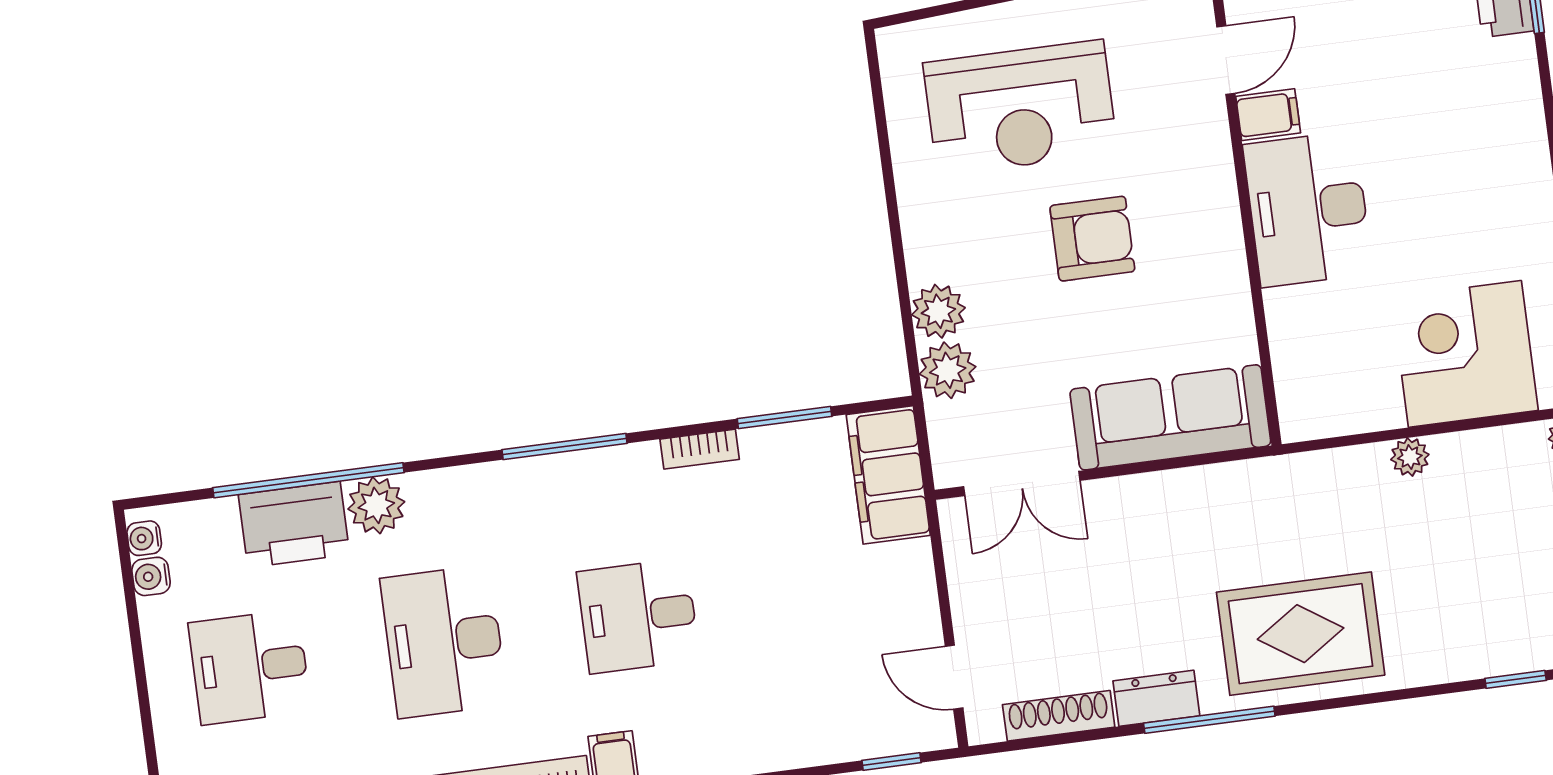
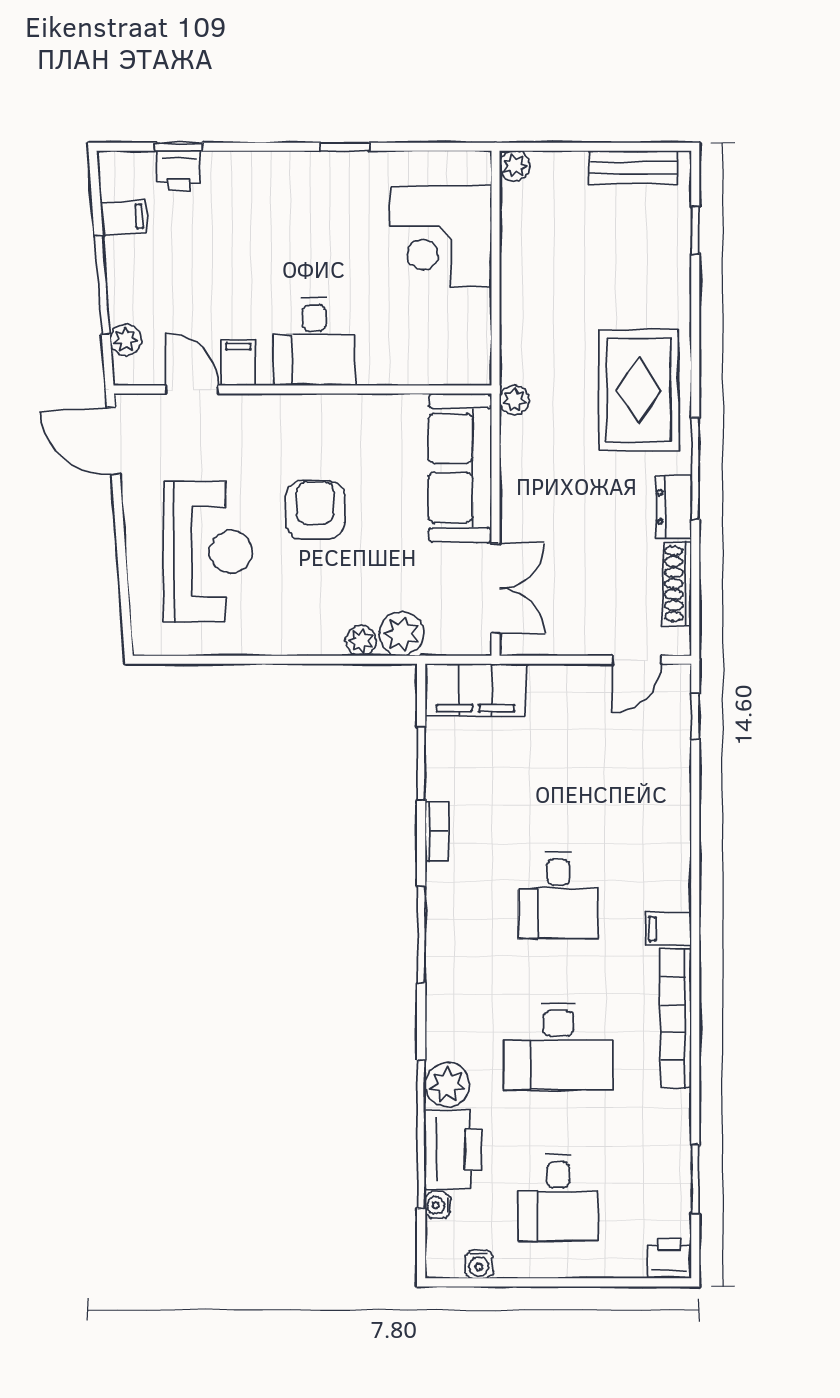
desk: (1308, 209) -> (314, 342), width x0.73
plant: (938, 311) -> (361, 641), width x0.73, depth x0.73
plant: (1410, 457) -> (514, 400), moved
water cooler: (144, 538) -> (438, 1205), moved, turned 90

